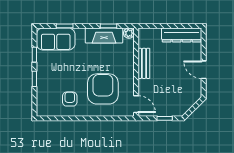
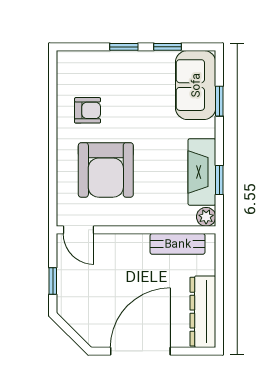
bench: (144, 63) -> (178, 244), moved
door: (204, 70) -> (140, 351), width x1.87
armchair: (103, 89) -> (106, 170), turned 90
door: (136, 104) -> (78, 230), hinge flipped

